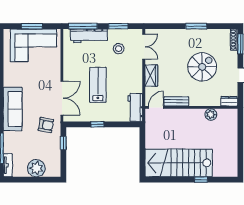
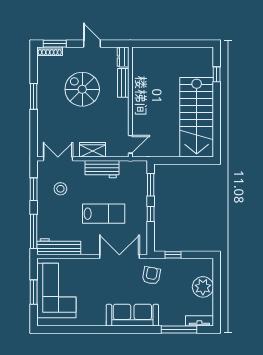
workbench: (89, 36) -> (59, 247), moved, turned -90
lab bench: (98, 85) -> (104, 214), turned 180
bench: (176, 101) -> (123, 83), moved
workbench: (135, 107) -> (102, 169), moved
door: (156, 107) -> (130, 144), swing flipped
plant: (211, 115) -> (139, 79), removed
window: (122, 124) -> (151, 185), added
window: (201, 180) -> (217, 74), moved

